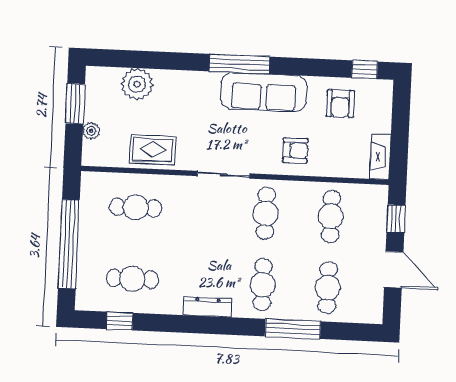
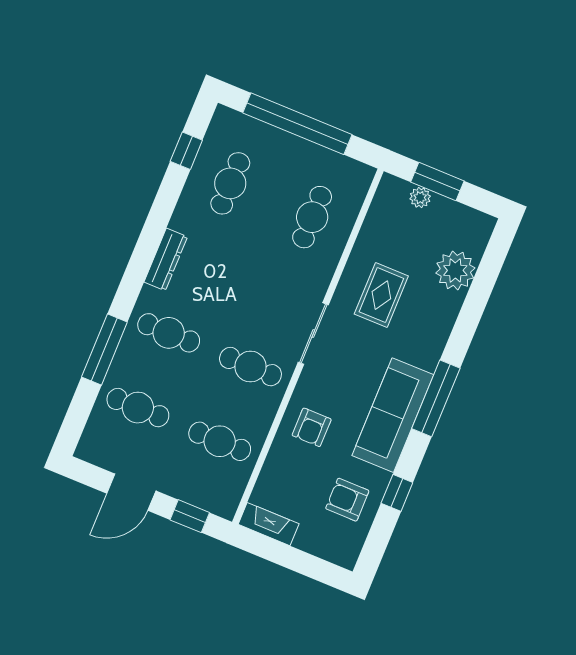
window: (365, 70) -> (397, 493), moved
window: (75, 104) -> (437, 181), moved
rug: (153, 150) -> (381, 295), moved

